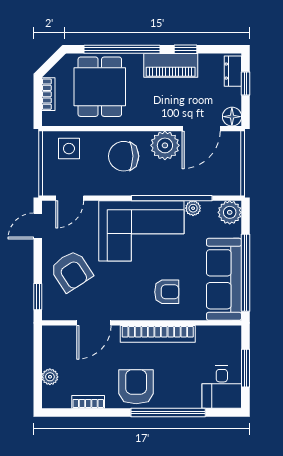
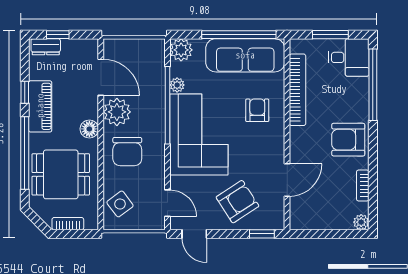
floor lamp: (232, 117) -> (89, 129), moved
side table: (69, 149) -> (120, 204), turned -37
door: (94, 323) -> (287, 180), hinge flipped
bookcase: (158, 334) -> (298, 90), moved
plant: (50, 377) -> (361, 222), moved
window: (168, 412) -> (373, 85), moved

